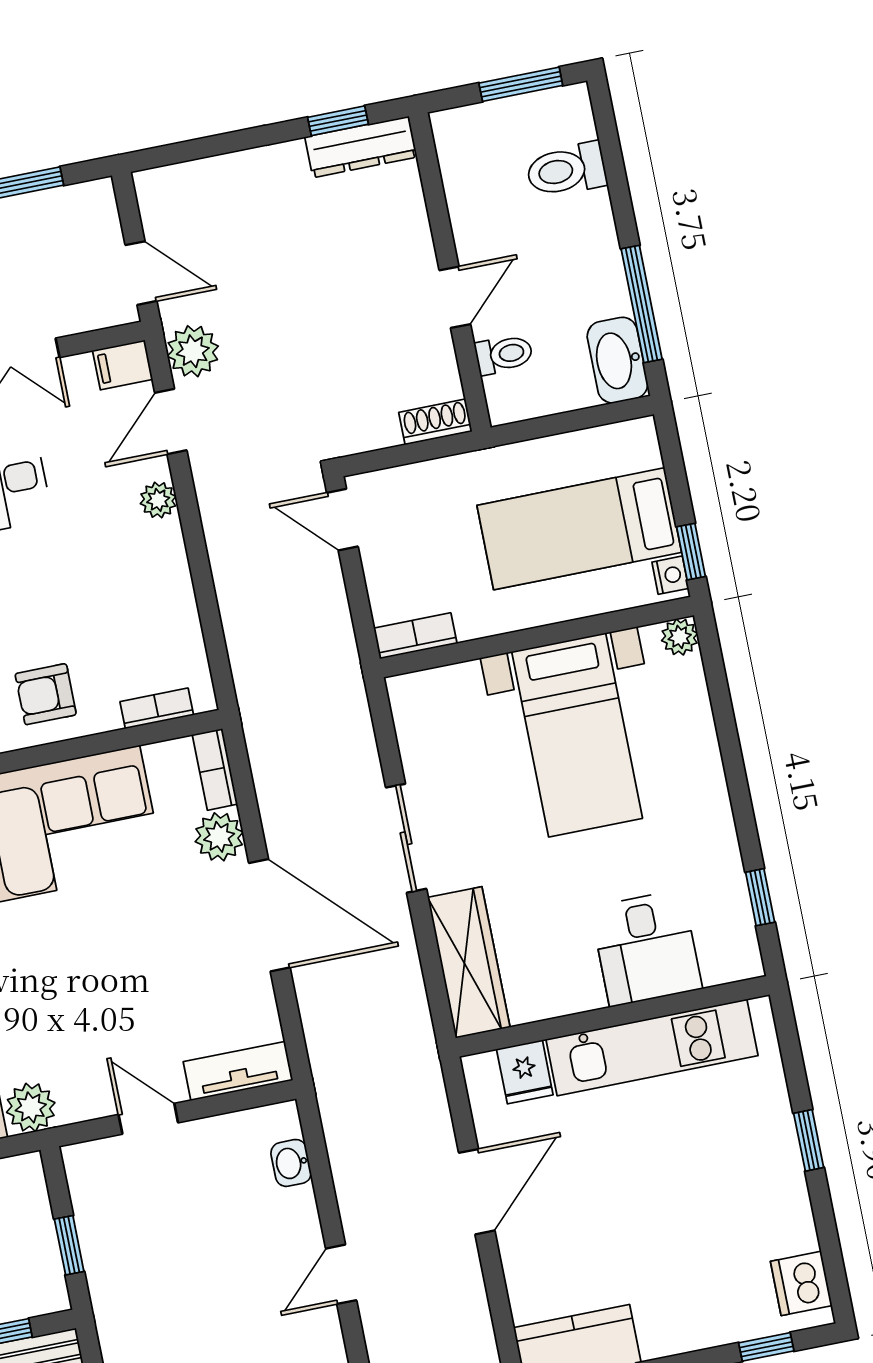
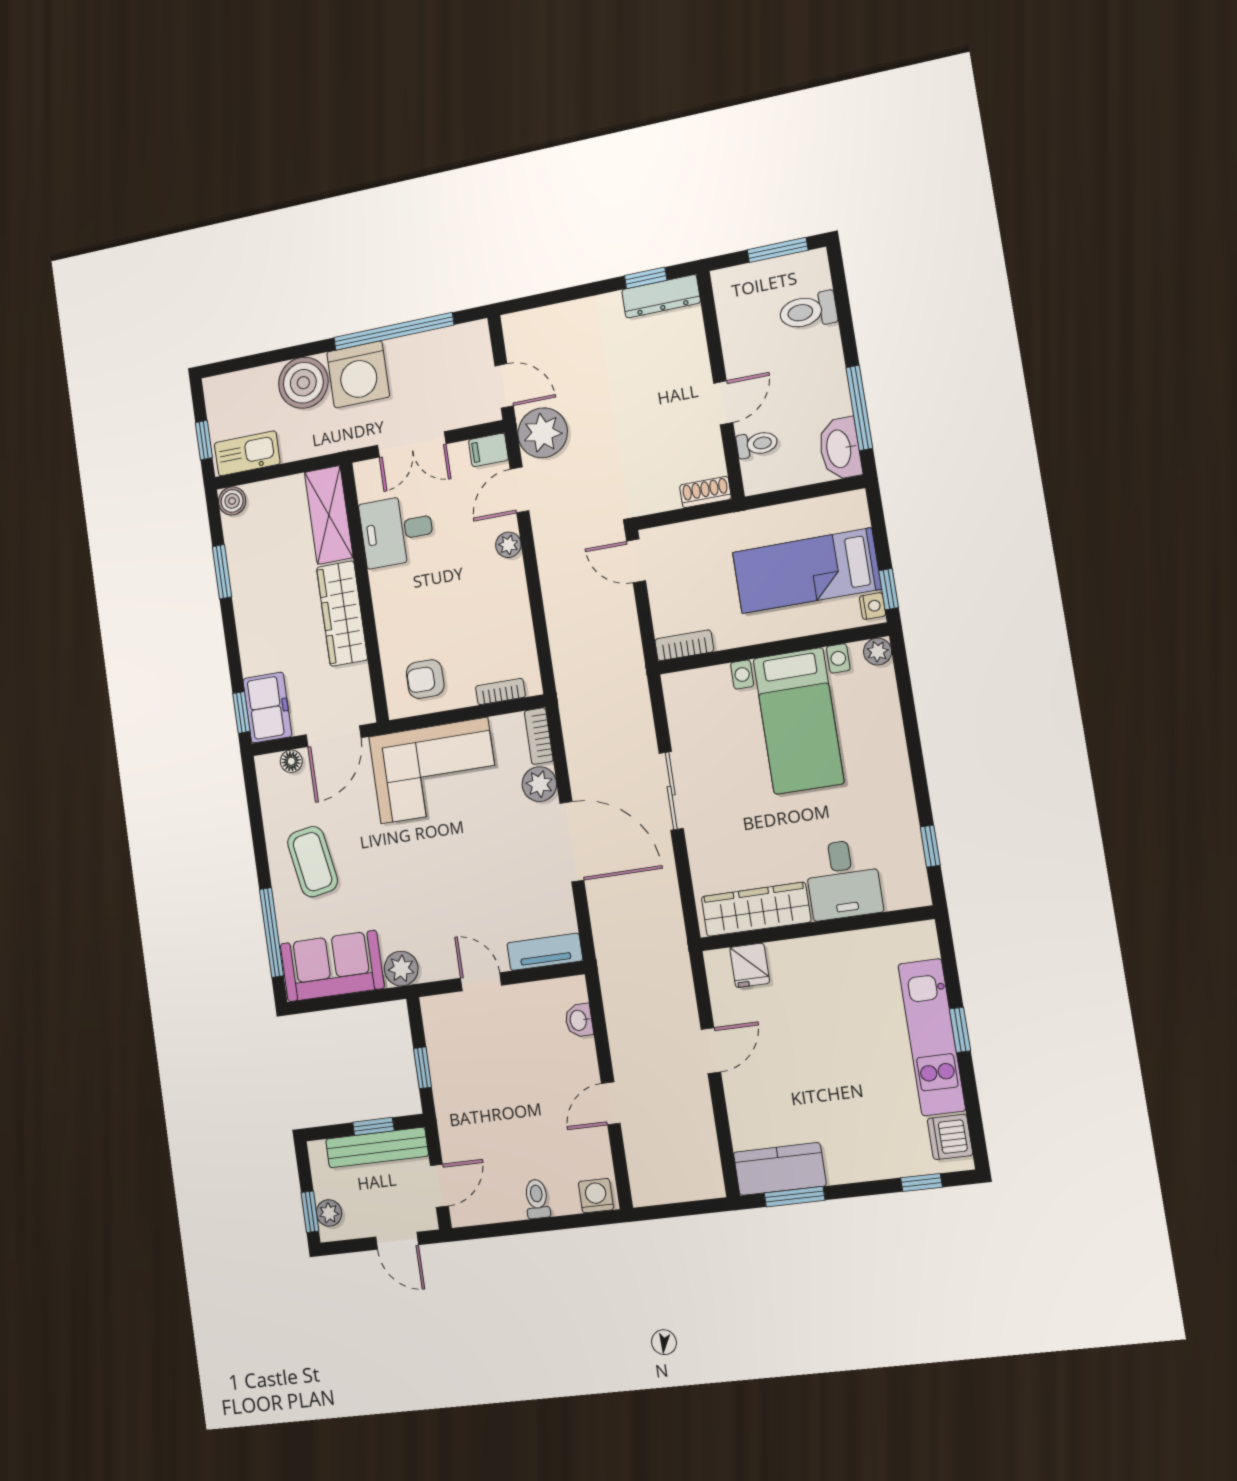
plant: (193, 351) -> (543, 433), width x1.36, depth x1.36
wardrobe: (469, 962) -> (756, 909), moved, turned -90
kitchen unit: (652, 1048) -> (932, 1037), moved, turned 90
door: (477, 1192) -> (711, 1051), width x0.73

